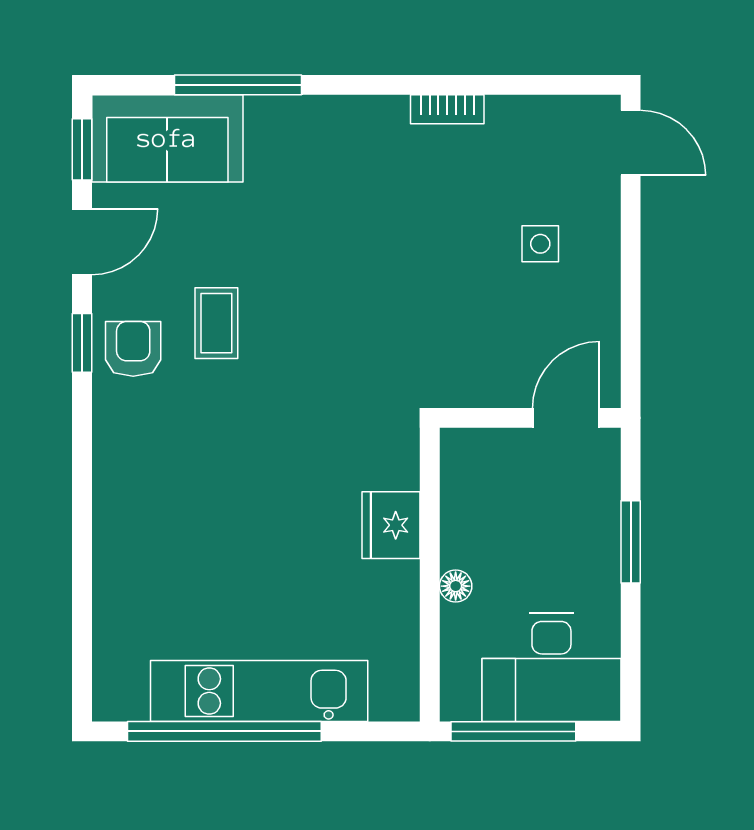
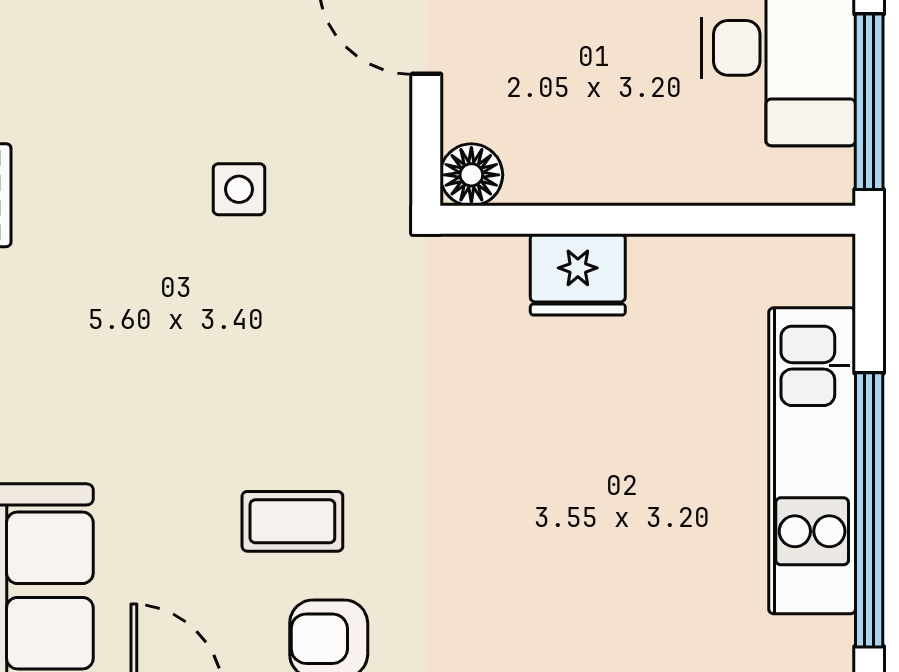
side table: (540, 244) -> (239, 189), moved
floor lamp: (456, 586) -> (471, 175), moved, width x1.37, depth x1.37

